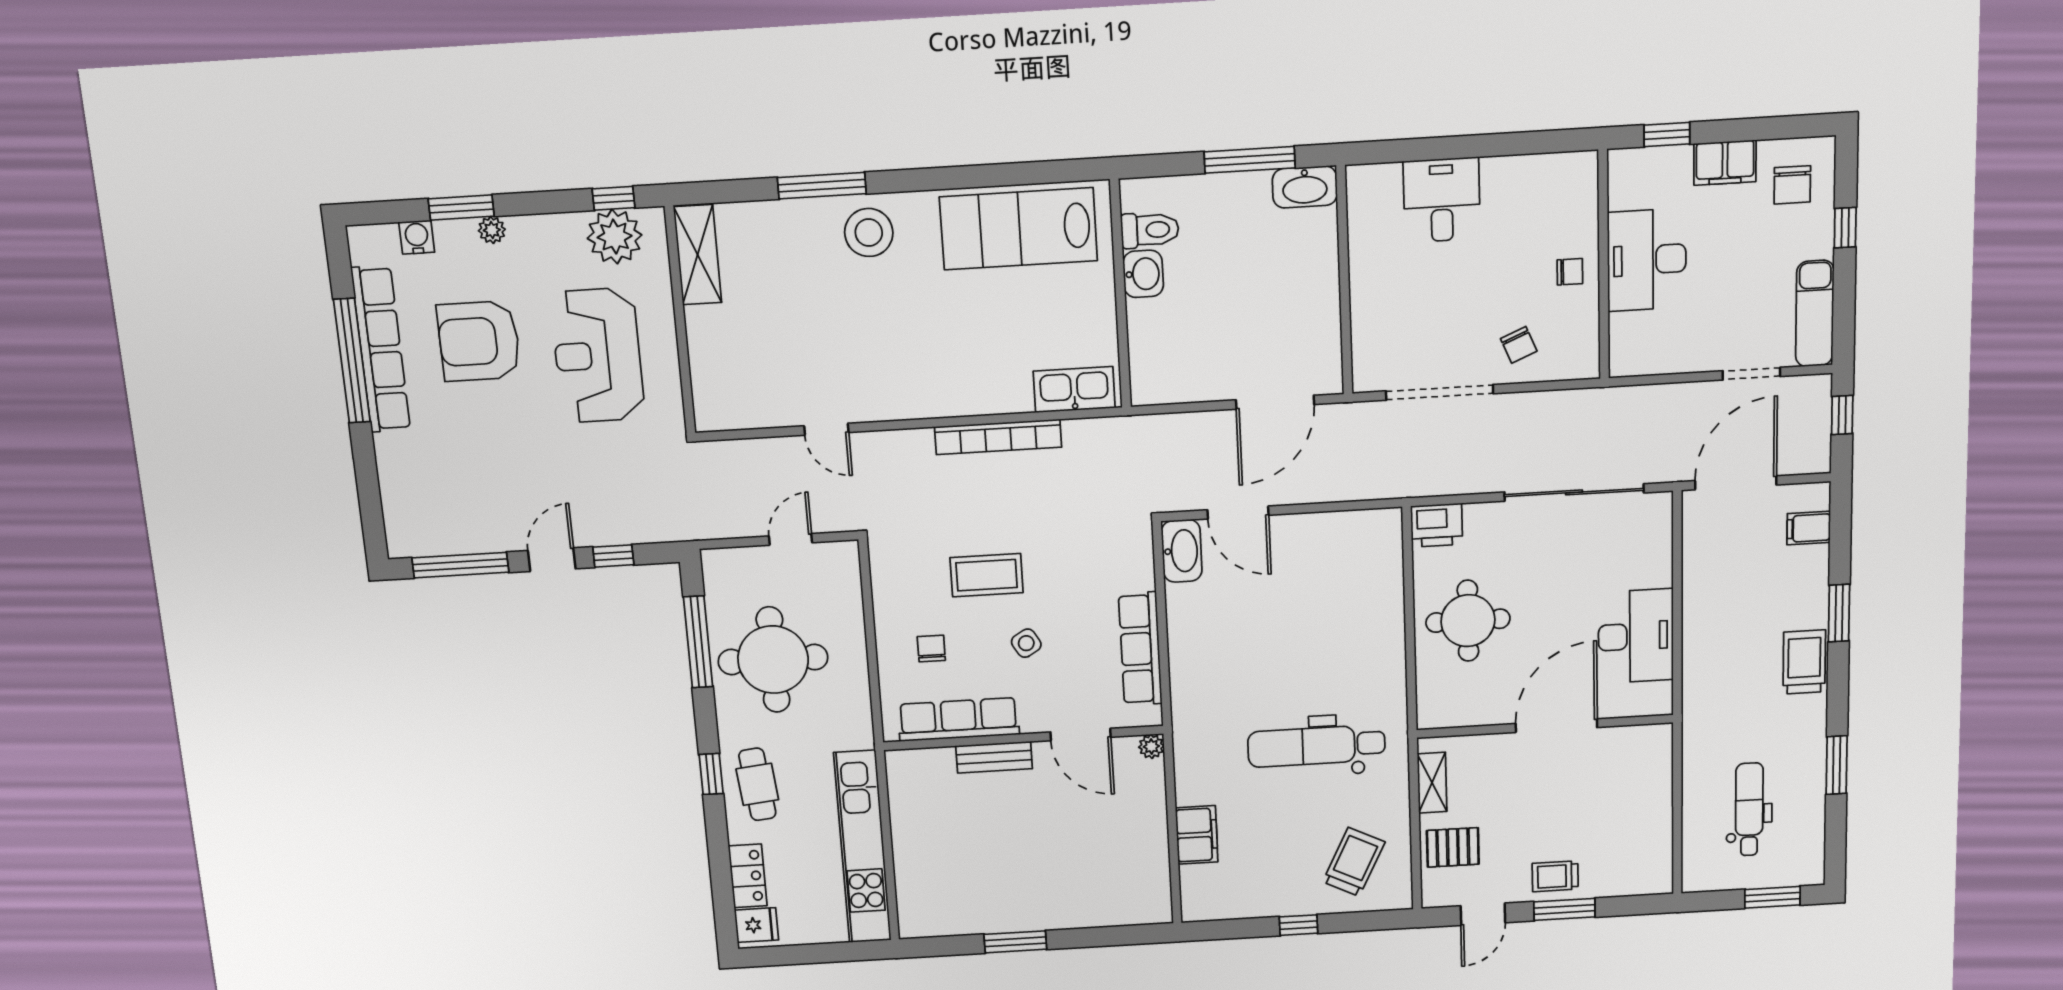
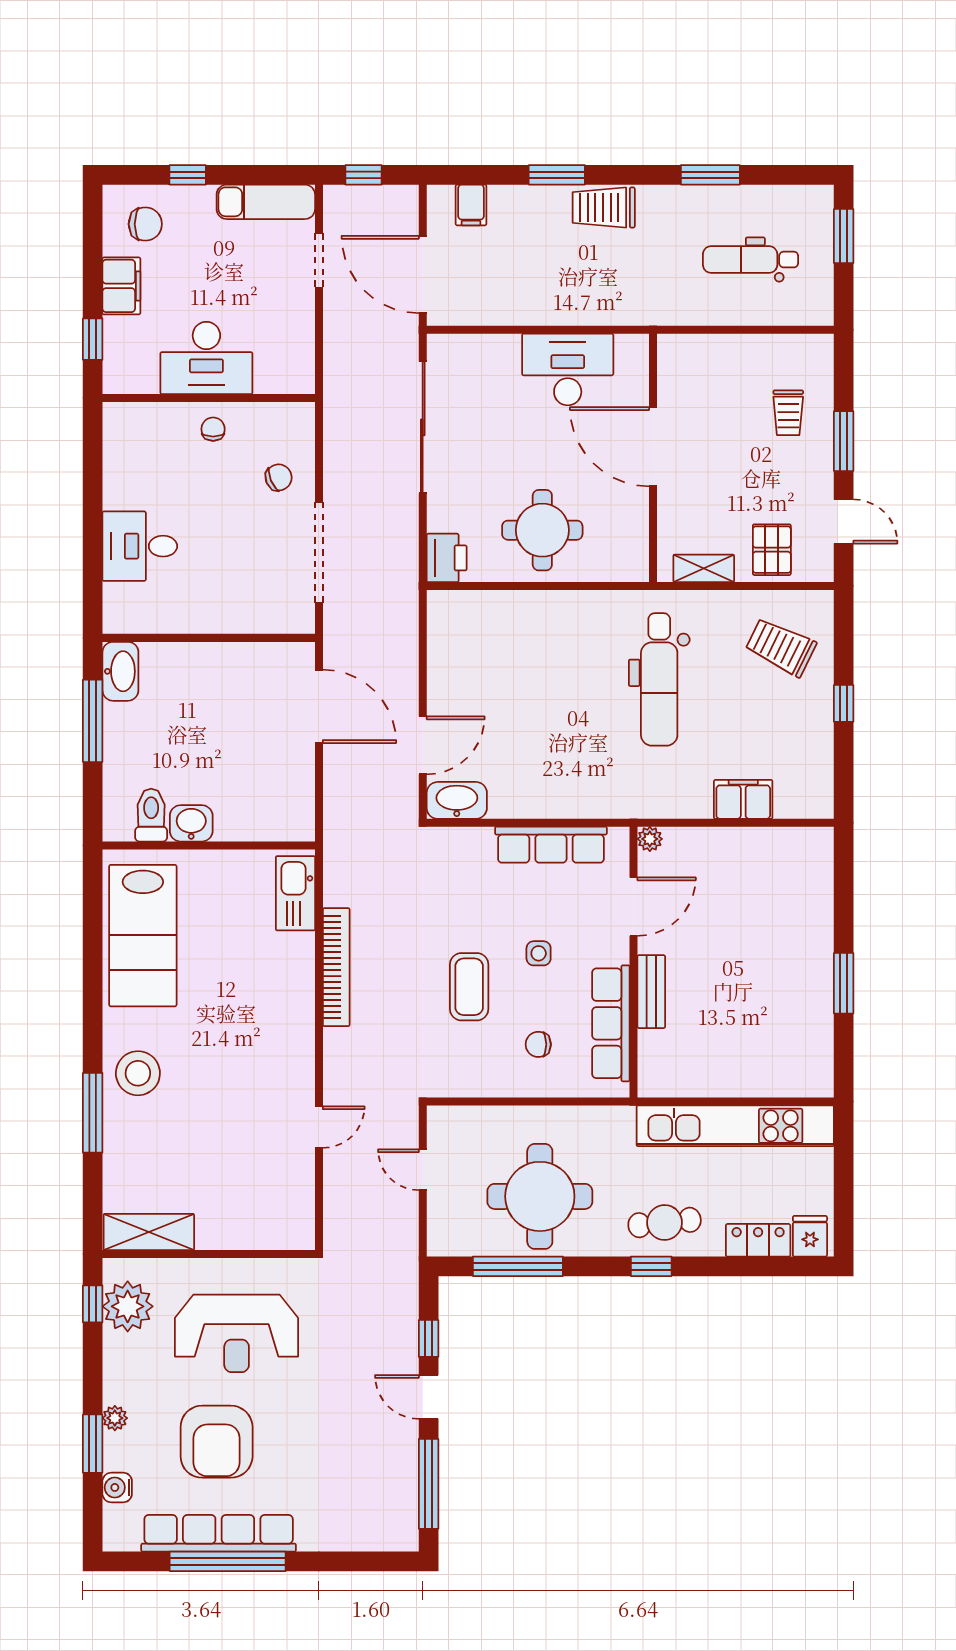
side table: (1026, 643) -> (539, 953), turned 31
trolley: (1555, 876) -> (788, 413), moved

